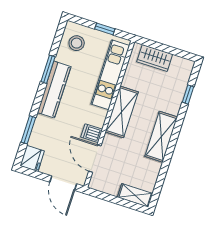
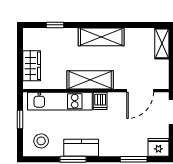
kitchen counter: (54, 90) -> (81, 148), width x0.67
dishwasher: (92, 133) -> (100, 101), moved

